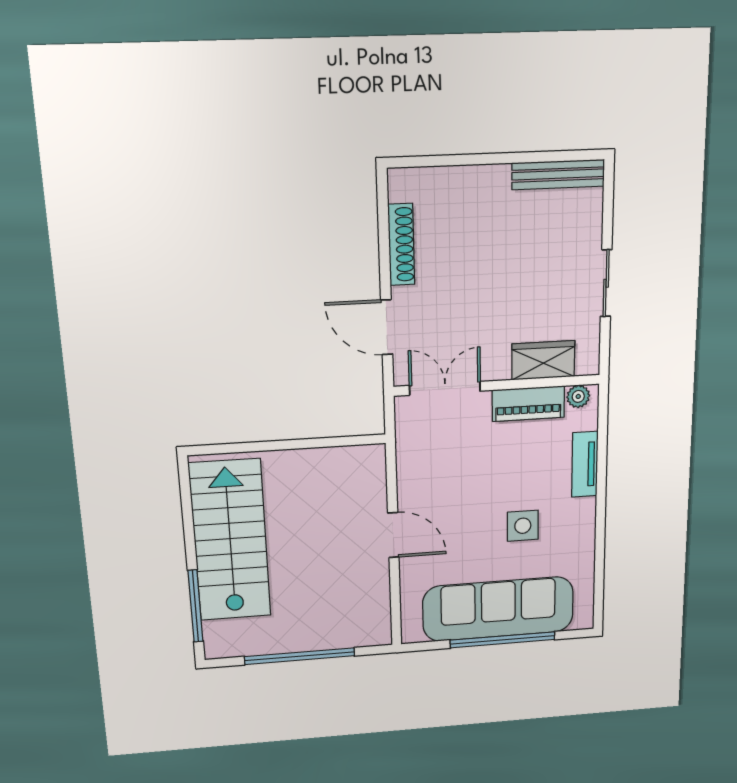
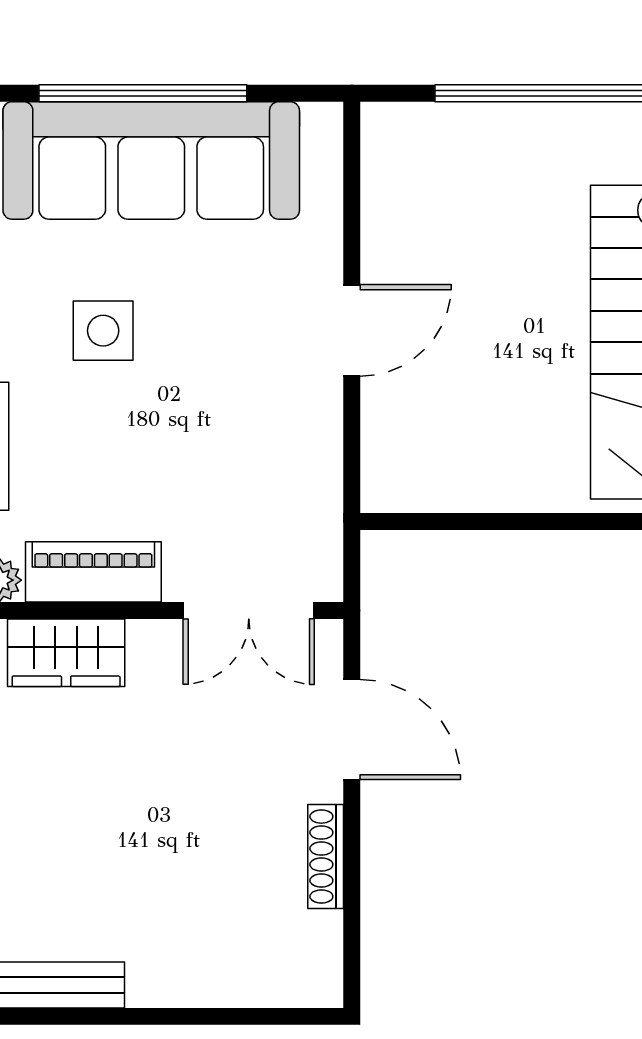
shoe rack: (401, 245) -> (326, 857), width x0.74, depth x0.81
door: (393, 535) -> (352, 330), swing flipped

